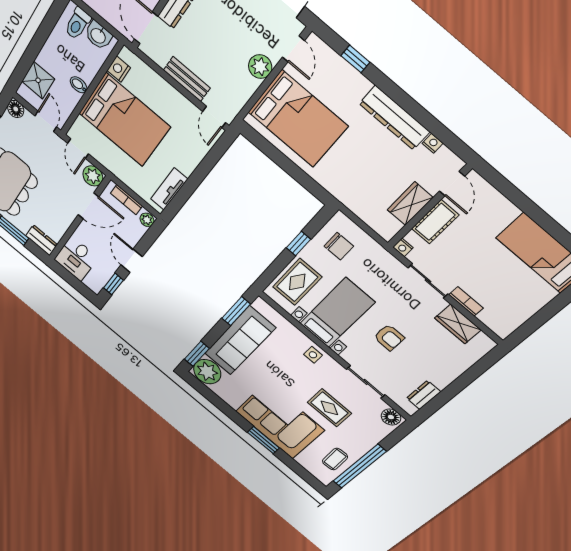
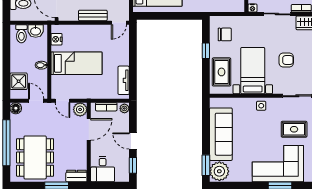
door: (214, 117) -> (119, 23), hinge flipped
bed: (124, 120) -> (76, 63), width x0.67
window: (236, 311) -> (206, 118), removed

